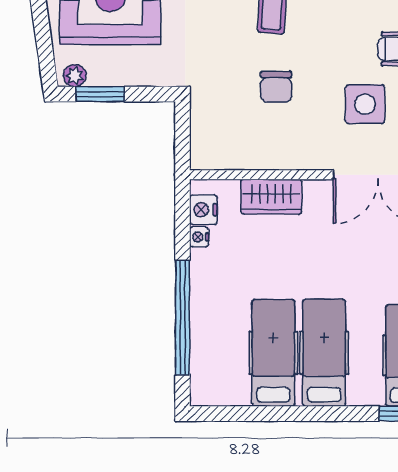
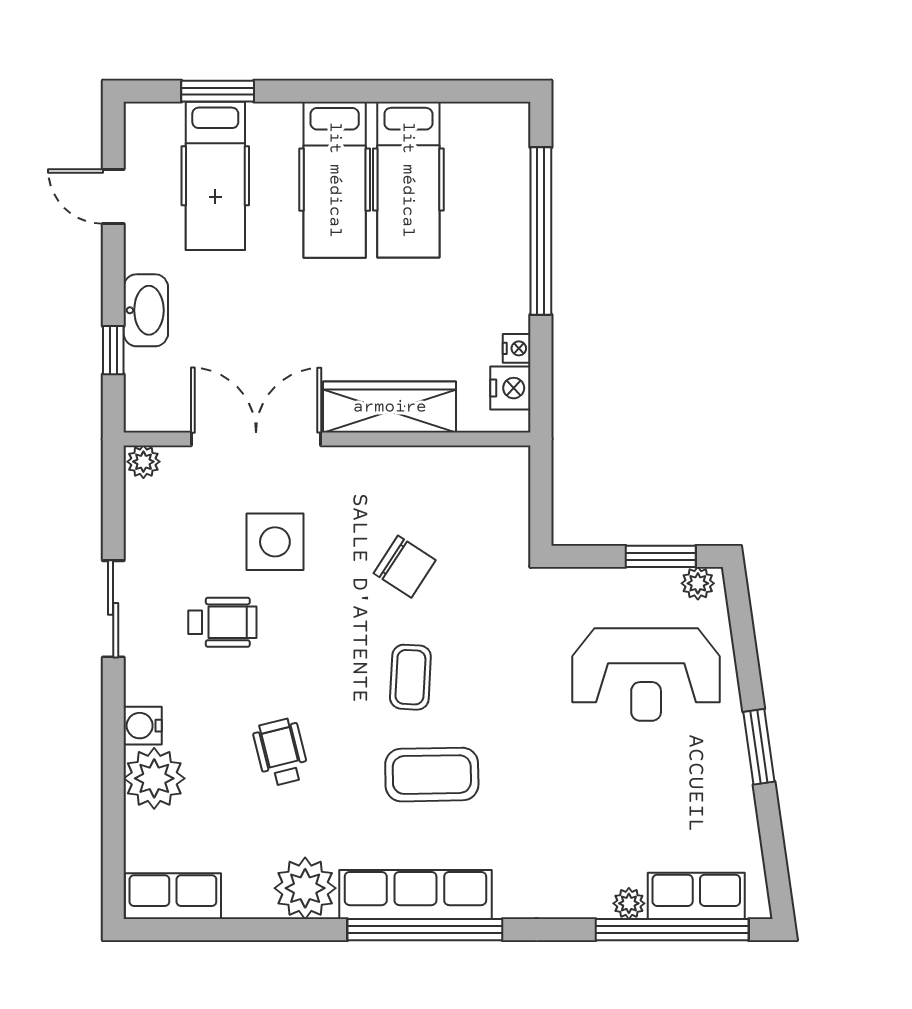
chair: (276, 87) -> (405, 567), turned 123
wardrobe: (271, 197) -> (390, 407), width x1.50

